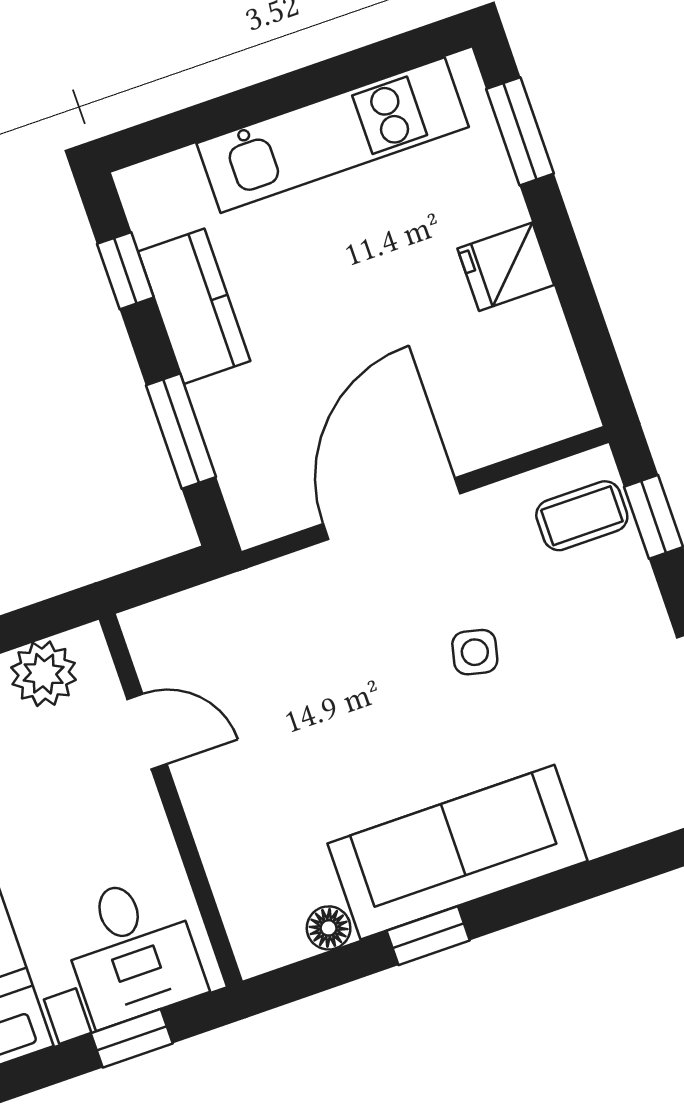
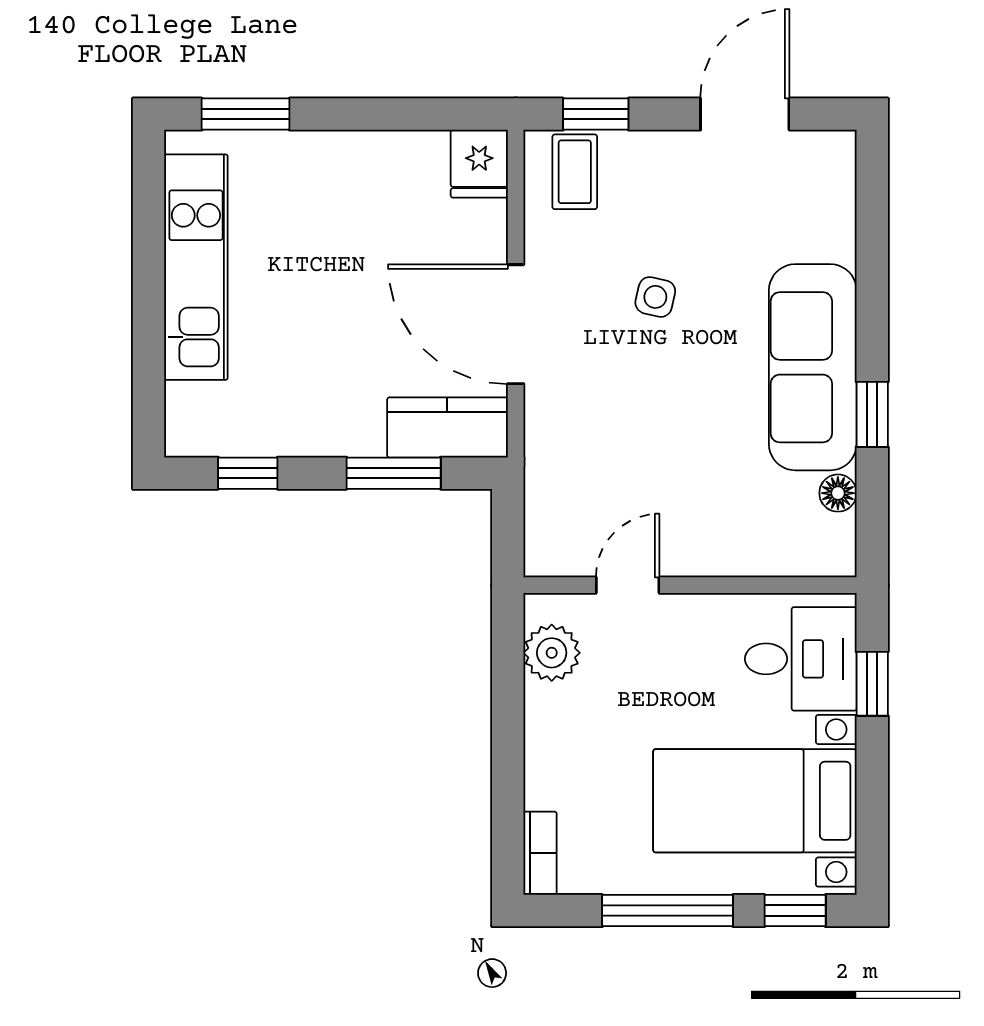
fridge: (506, 267) -> (479, 164), moved
kitchen counter: (194, 306) -> (447, 427), moved

